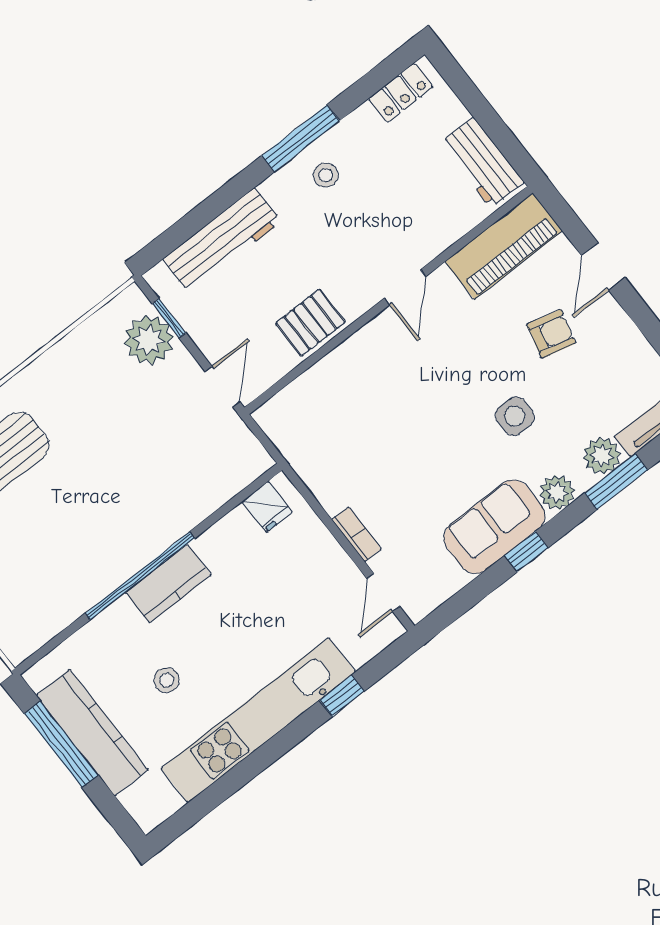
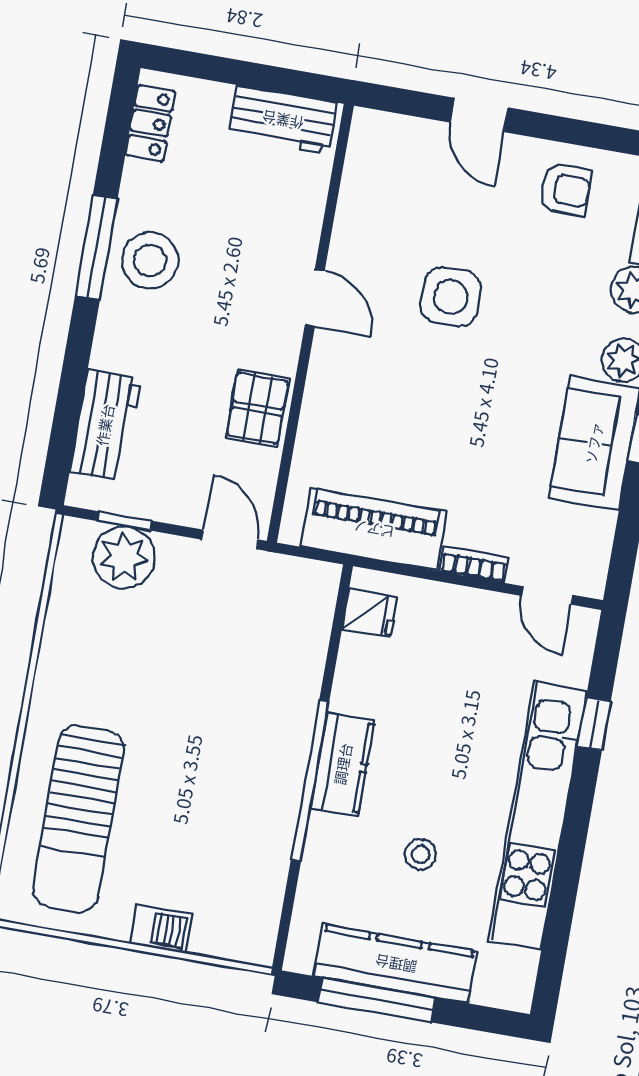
stool: (326, 175) -> (150, 260), width x1.89, depth x1.89
workbench: (222, 240) -> (105, 425), width x0.73
piano: (504, 246) -> (374, 529), moved, turned -90
armchair: (551, 334) -> (565, 190), moved, turned 76
side table: (515, 416) -> (451, 297), moved, width x1.37, depth x1.37

